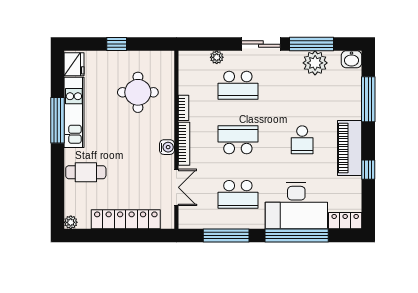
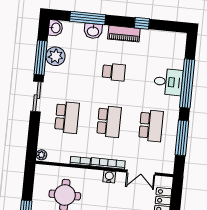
plant: (217, 57) -> (41, 155), moved
washbasin: (352, 108) -> (93, 31), added
school desk: (238, 140) -> (109, 122), turned 180
piano: (350, 148) -> (124, 34), width x0.73, depth x0.75
double door: (176, 187) -> (141, 173), swing flipped
desk: (296, 206) -> (168, 82), width x0.53, depth x0.77
locker: (345, 221) -> (179, 45), removed

